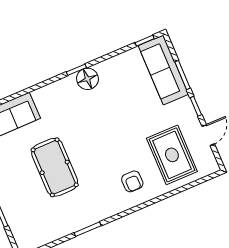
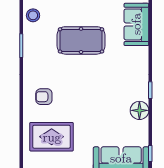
floor lamp: (87, 79) -> (139, 110), moved
stool: (50, 231) -> (33, 15), added

